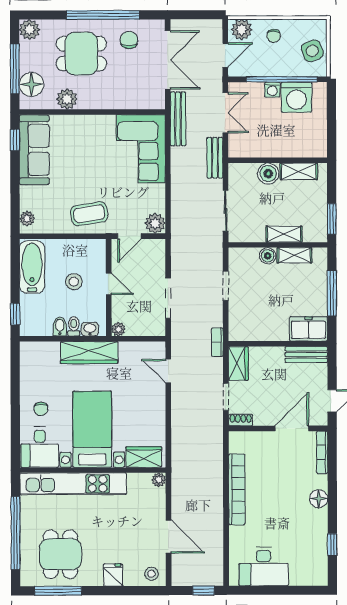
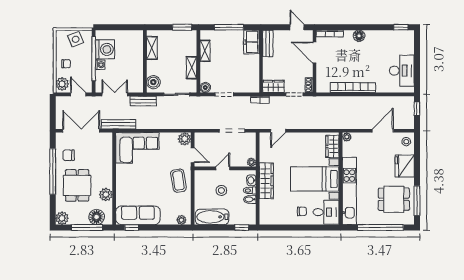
boiler: (268, 174) -> (153, 82), moved
shelving: (284, 234) -> (192, 68), moved
boiler: (268, 256) -> (205, 87), moved
window: (332, 545) -> (401, 27), moved
fridge: (113, 575) -> (405, 166), width x1.88, depth x1.34

